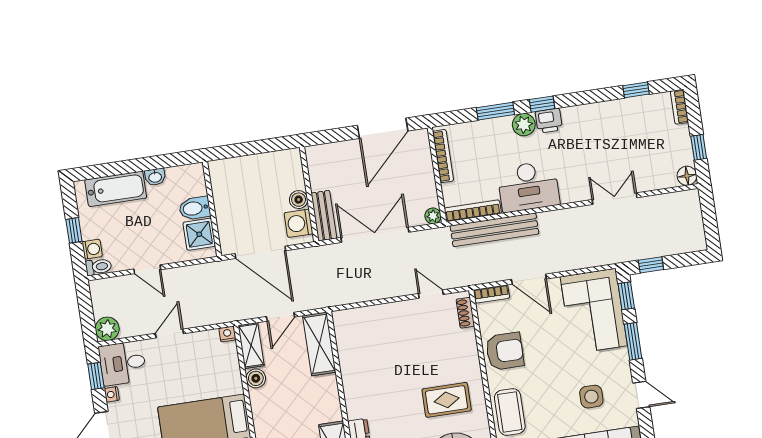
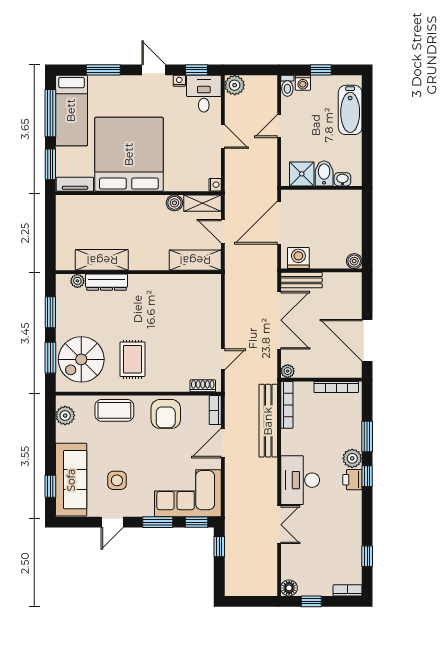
washbasin: (155, 177) -> (342, 179), moved, turned 90
desk: (528, 186) -> (300, 480), moved
boiler: (299, 200) -> (354, 261), moved

